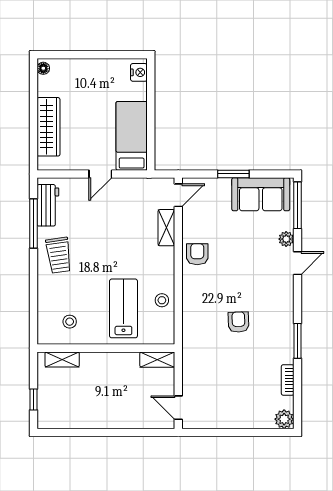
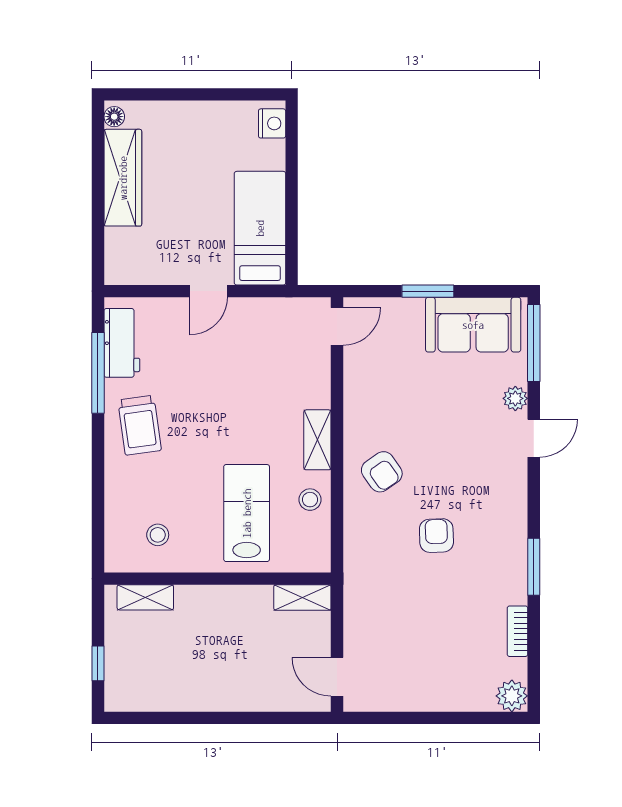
wardrobe: (48, 127) -> (123, 178), moved
shelving: (166, 228) -> (317, 440), moved
armchair: (197, 254) -> (382, 472), moved, turned 145

